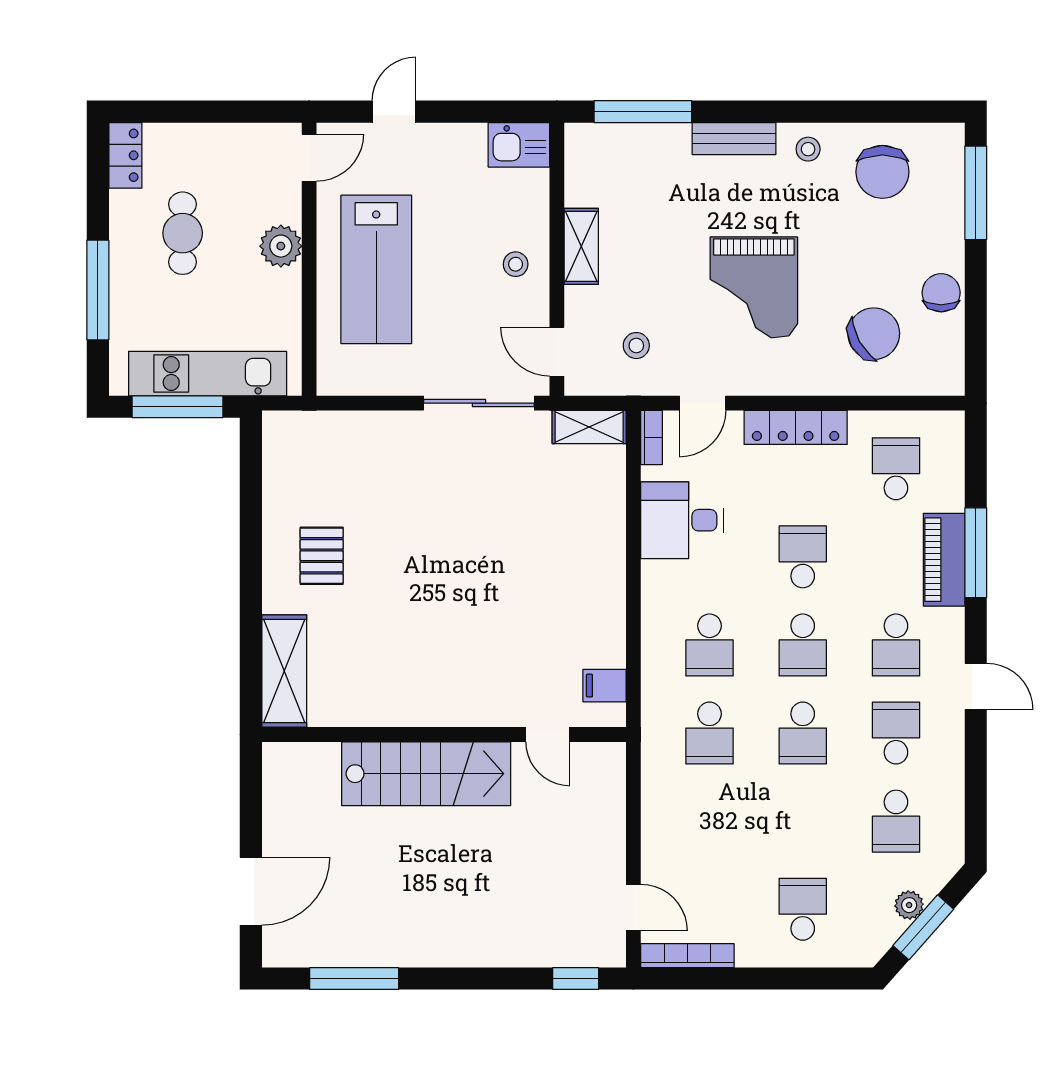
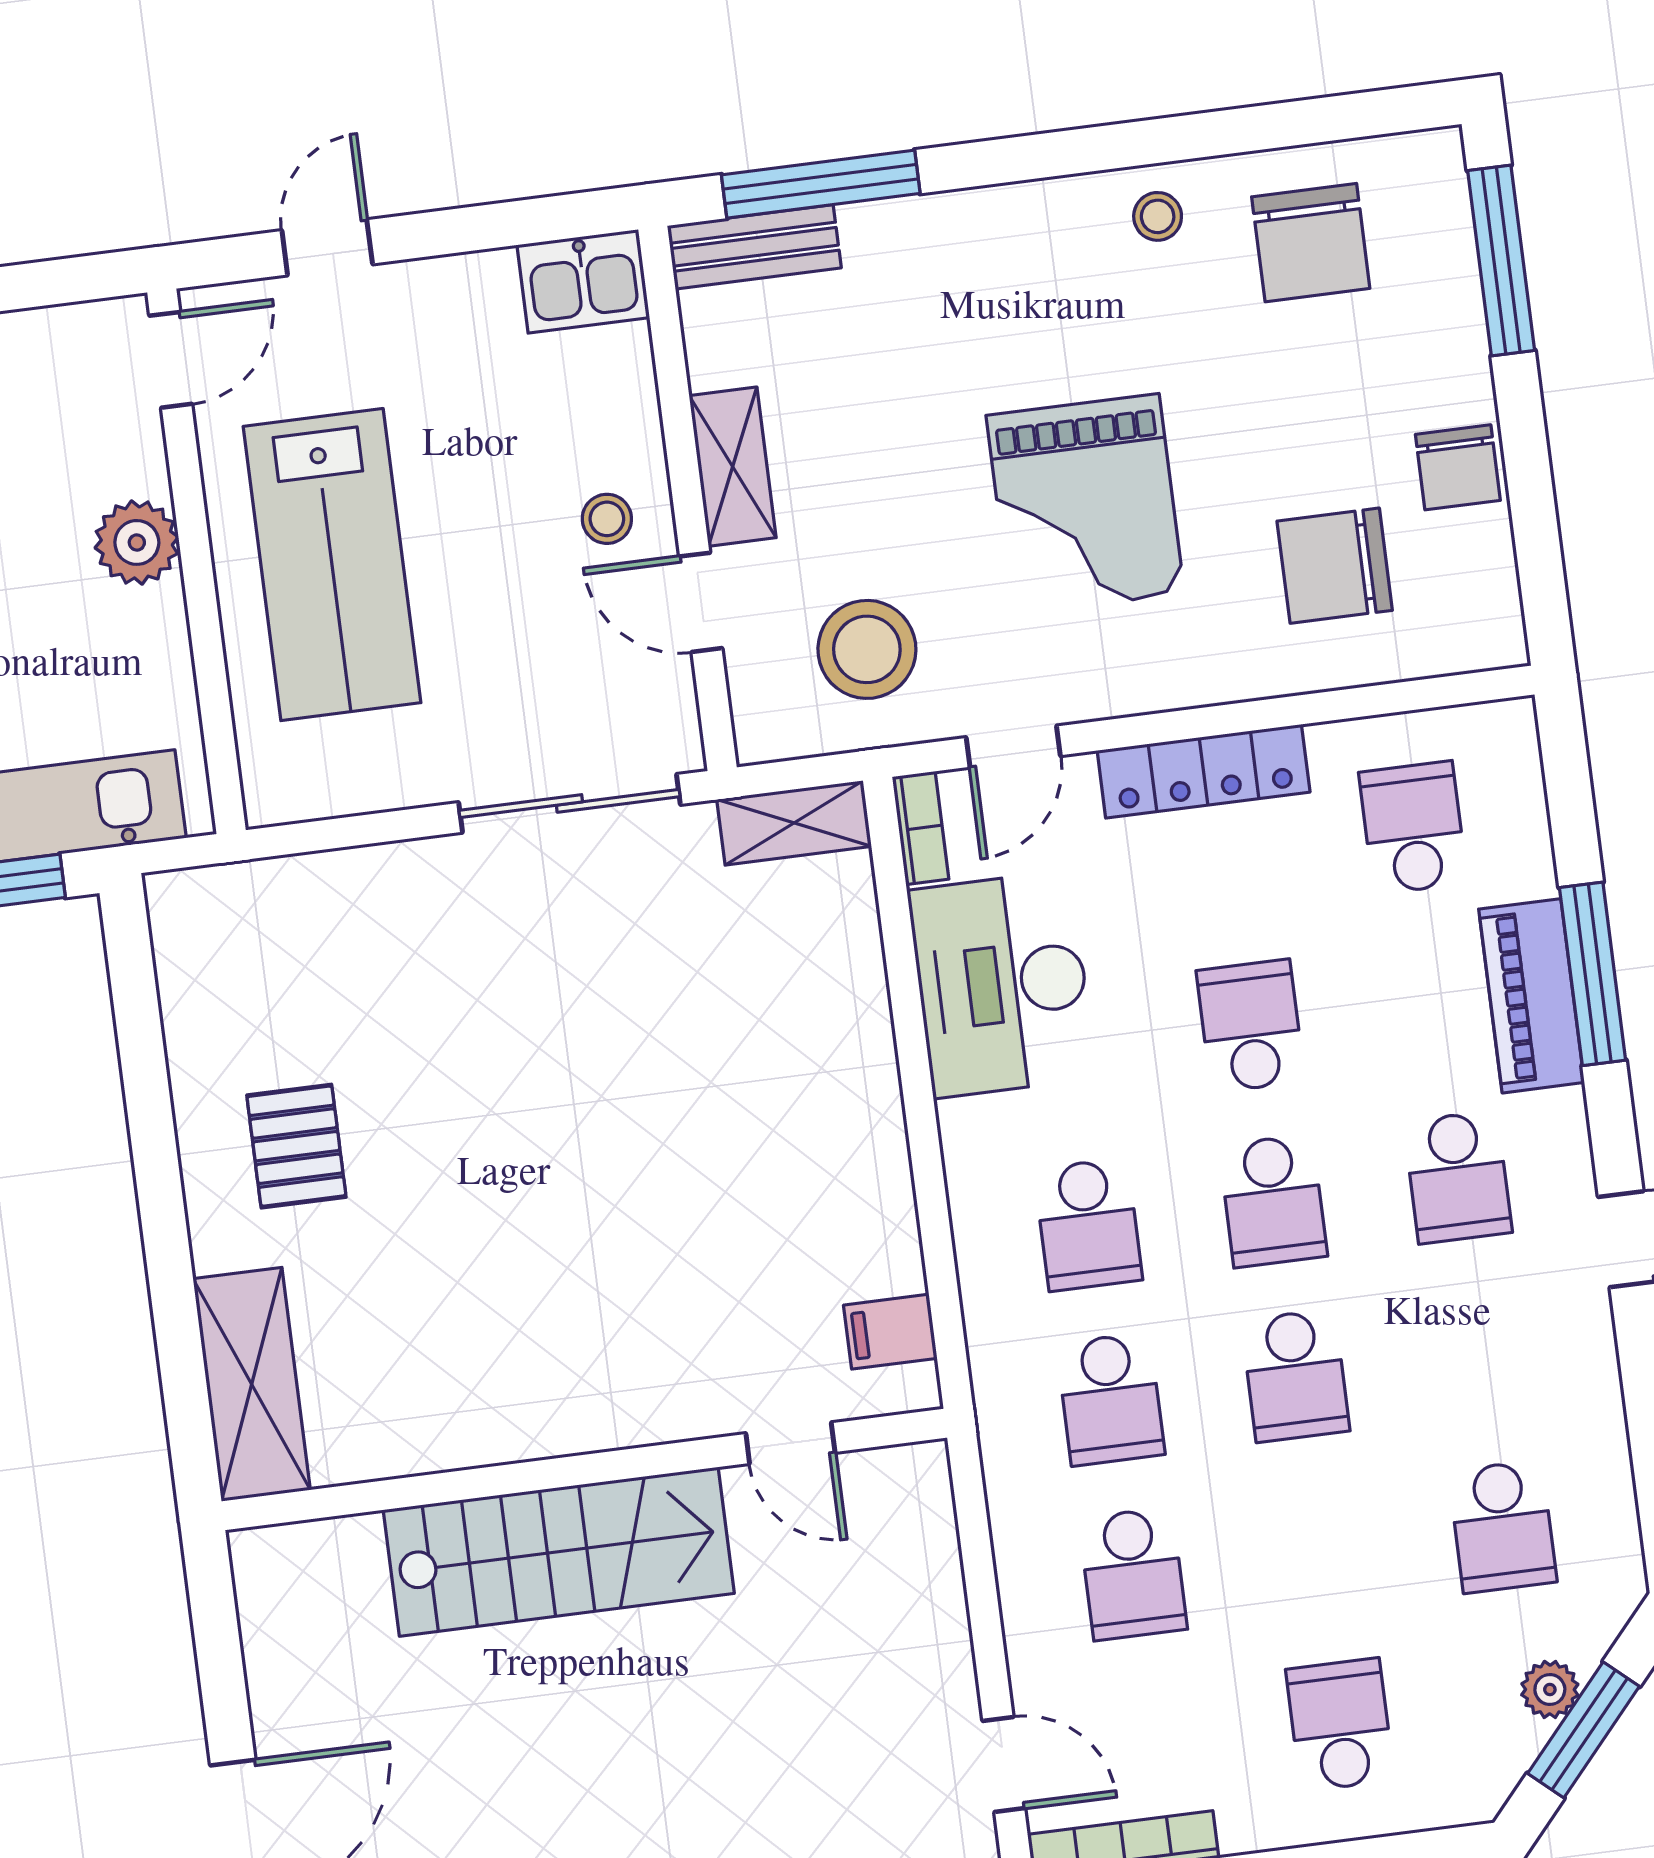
bench: (734, 139) -> (754, 247), moved
chair: (941, 293) -> (1458, 467), turned 180
chair: (874, 334) -> (1335, 566), turned -151
stool: (636, 346) -> (867, 649), width x1.89, depth x1.89
door: (557, 352) -> (701, 602), moved
desk: (682, 520) -> (1002, 984), width x1.37
school desk: (896, 733) -> (1133, 1574), moved, turned 180

